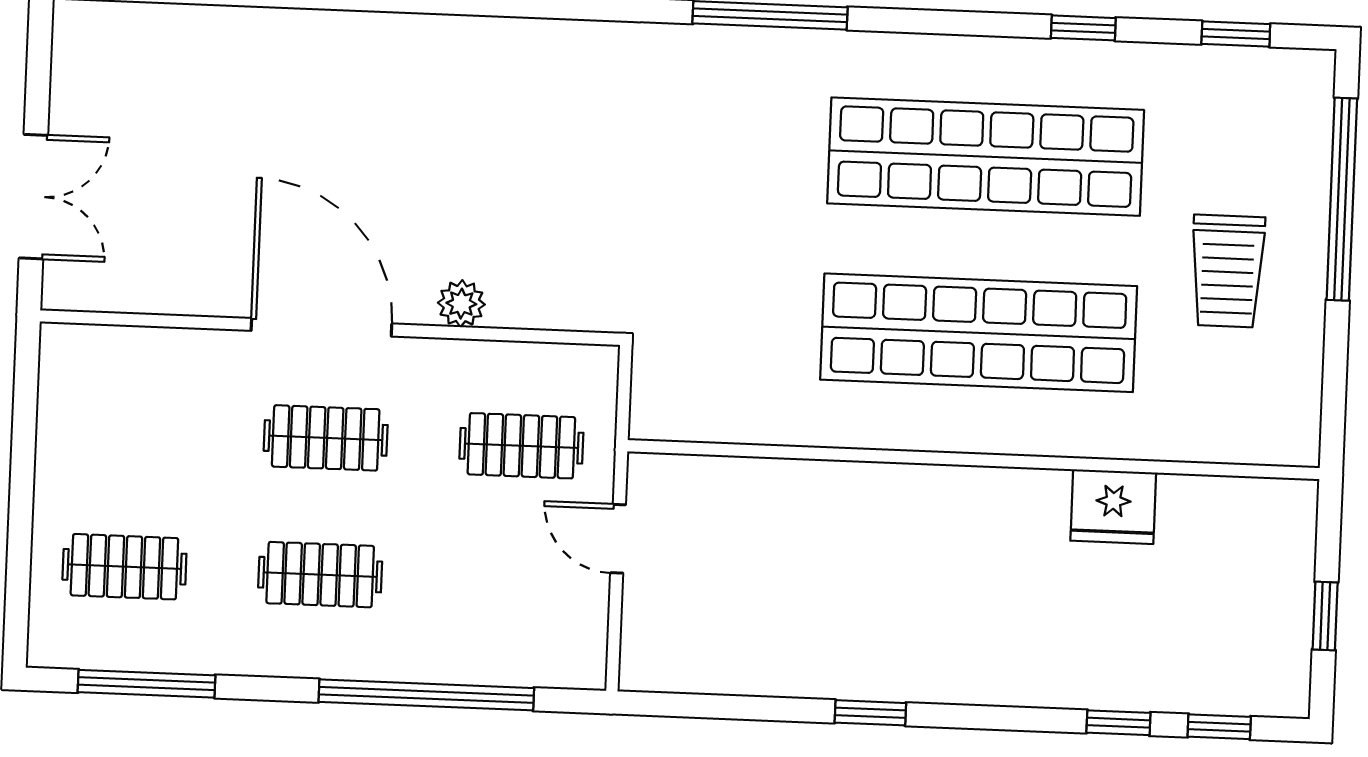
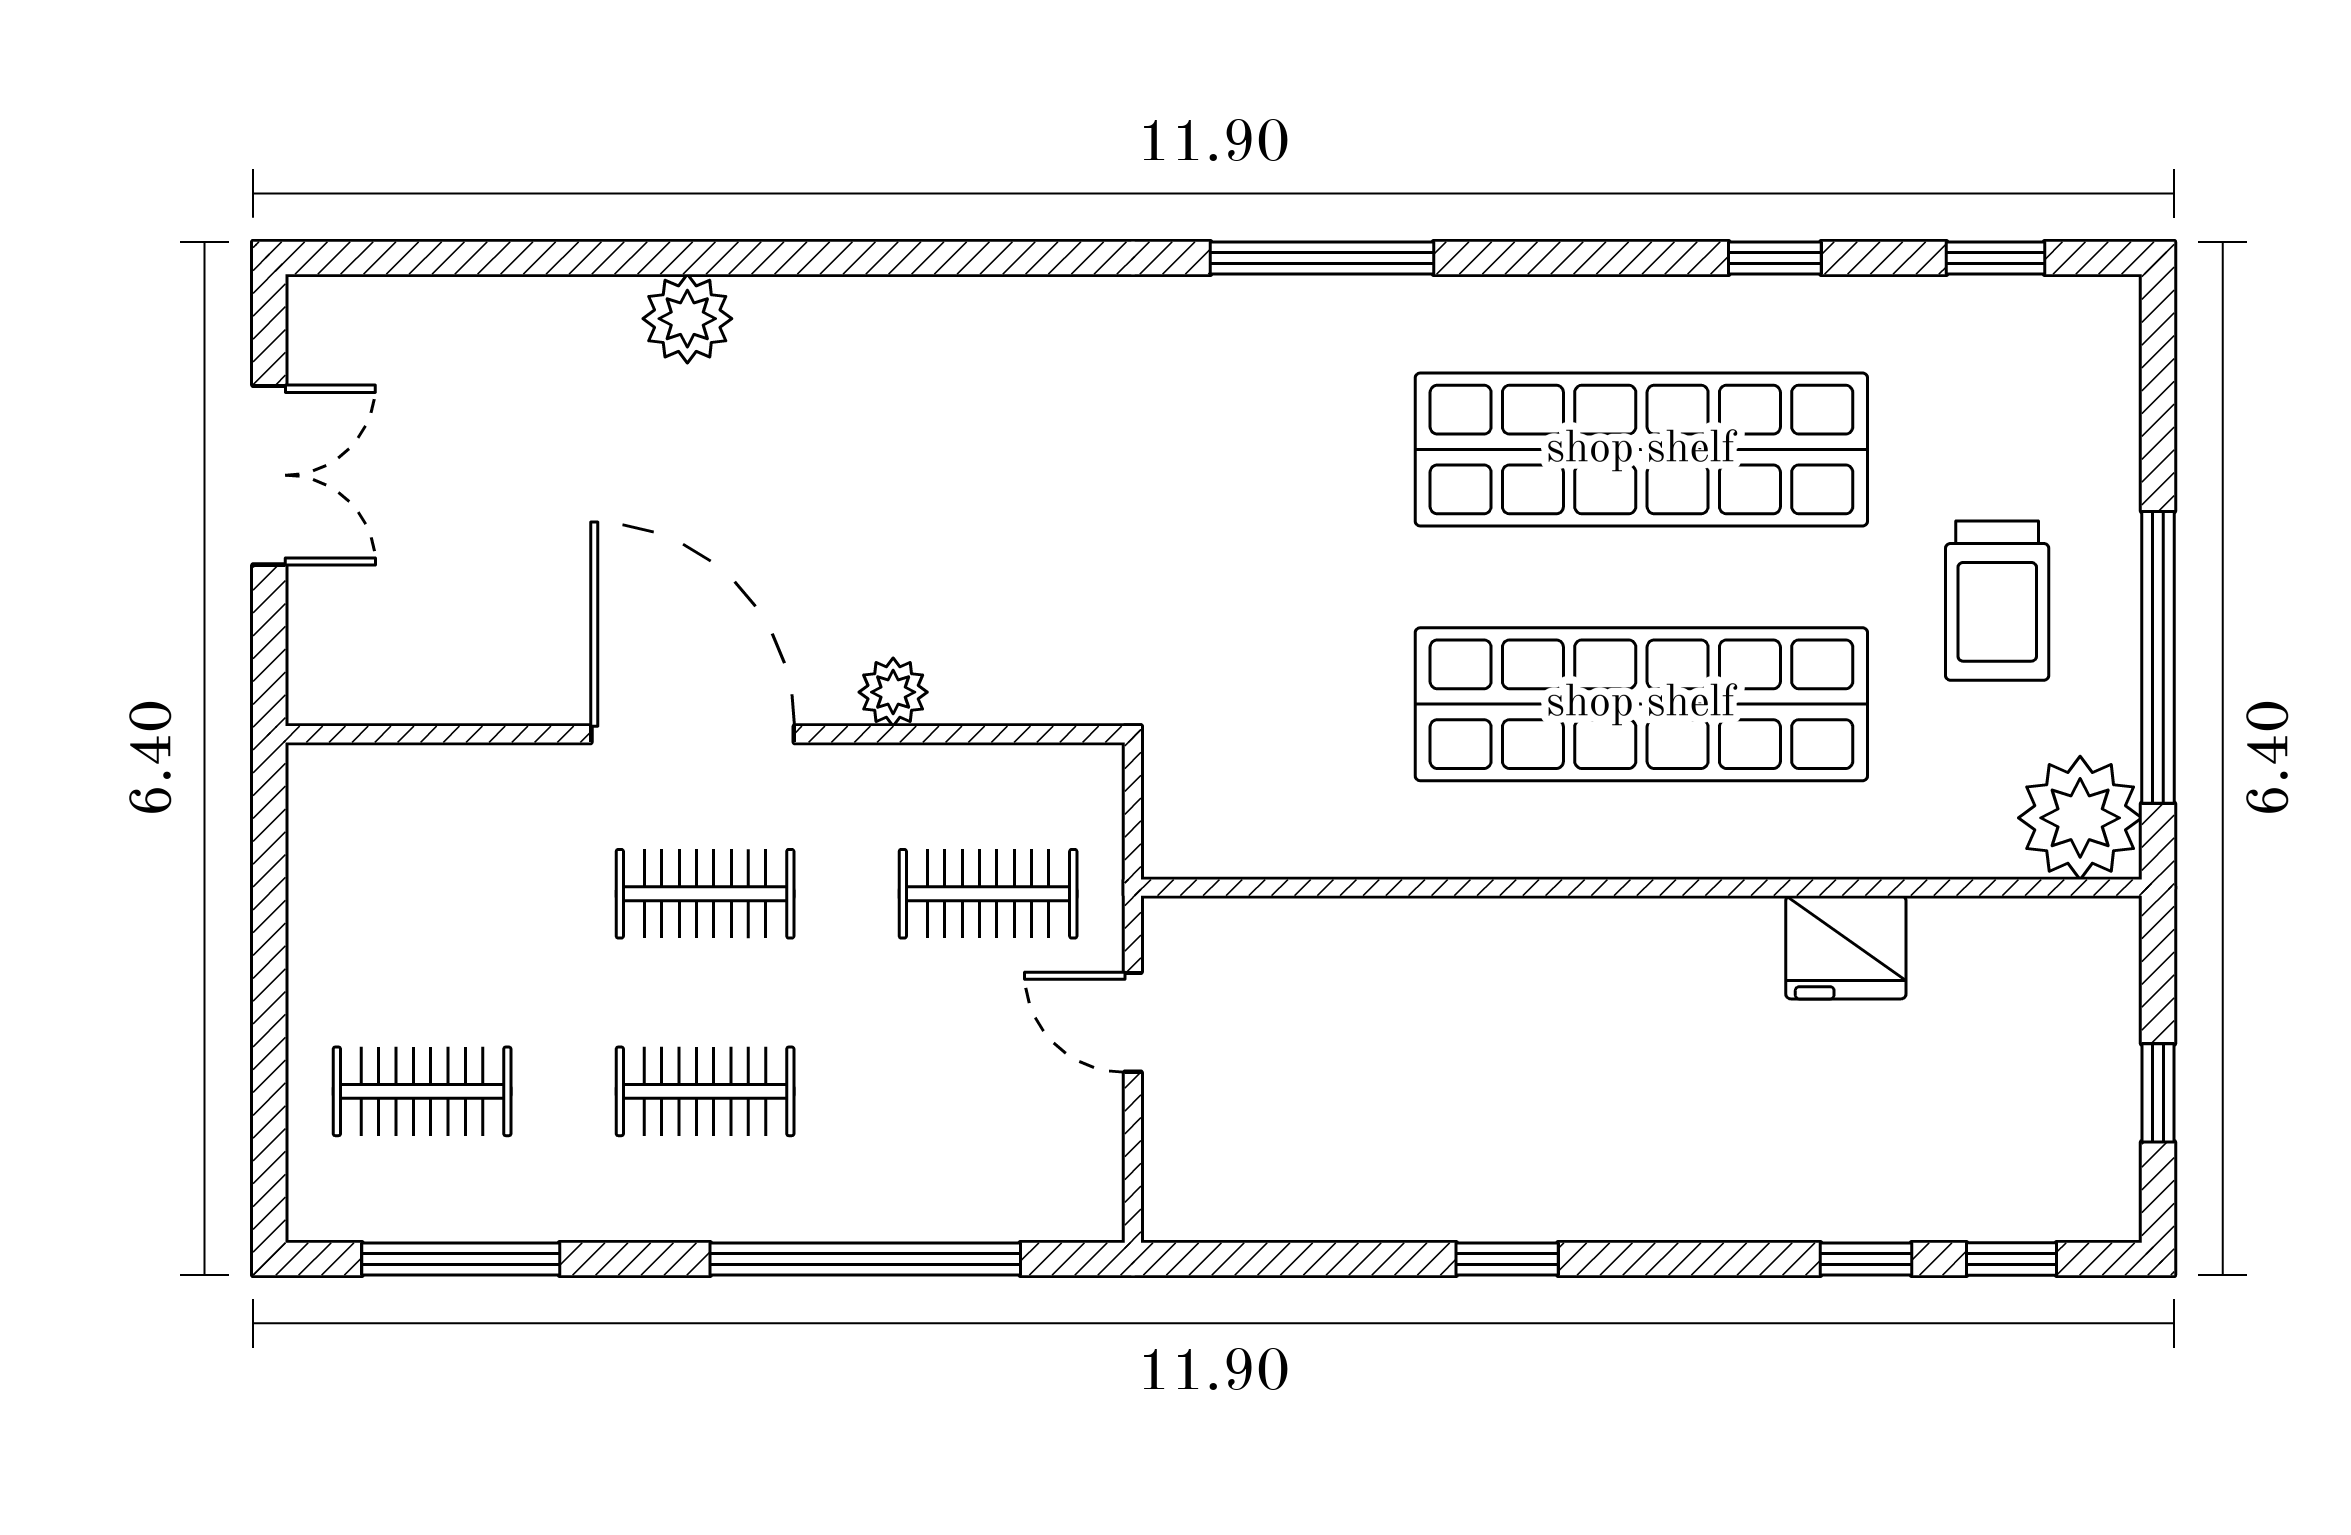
plant: (329, 40) -> (687, 319), added
double door: (33, 197) -> (269, 475), moved
window: (1342, 199) -> (2158, 657), moved
plant: (1279, 424) -> (2080, 818), added

